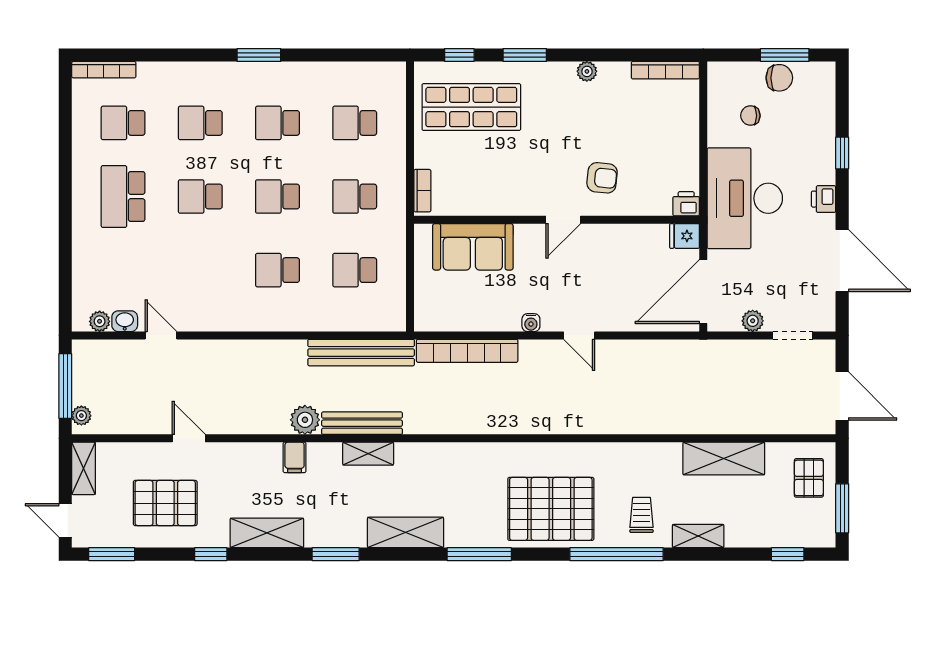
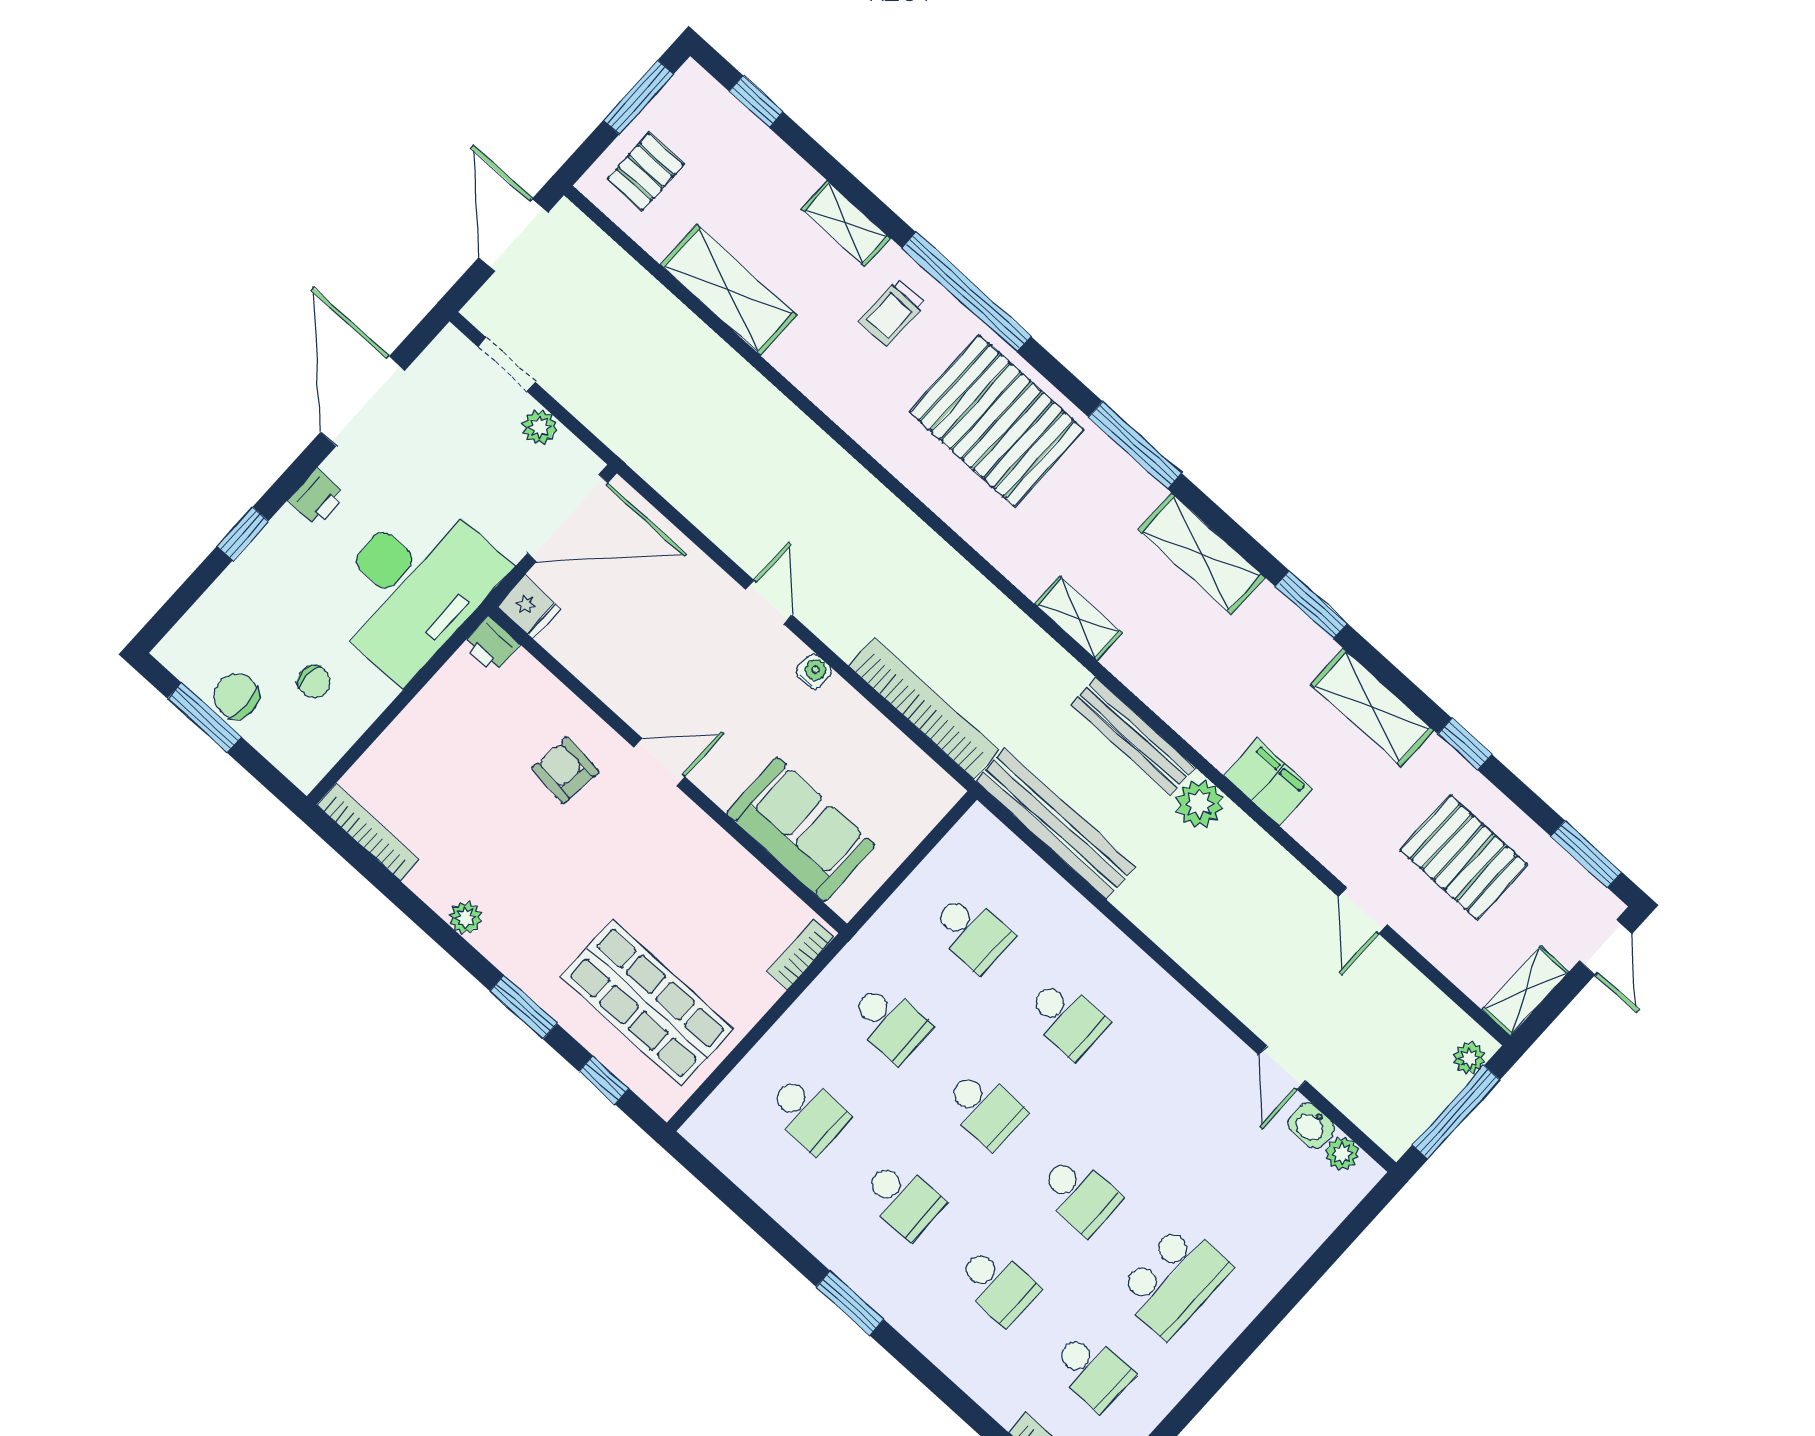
shelving: (368, 454) -> (1078, 618), moved
filing cabinet: (295, 457) -> (1268, 782), width x2.00

